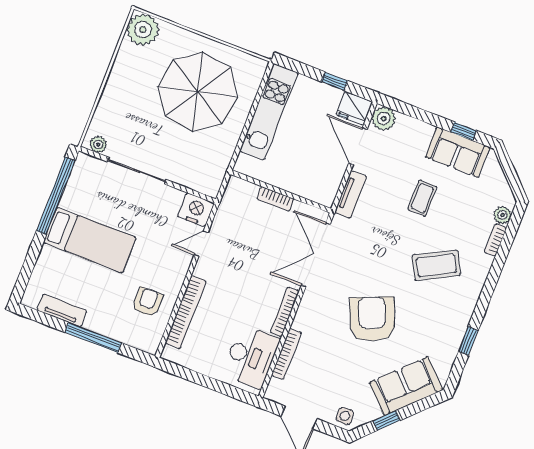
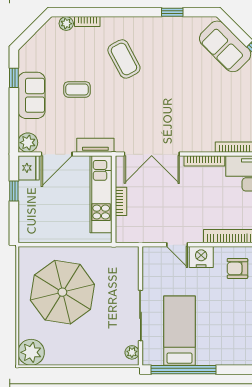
kitchen unit: (269, 112) -> (101, 194), moved, turned -90
sofa: (458, 152) -> (31, 95), moved
nightstand: (196, 210) -> (201, 257), moved, turned 90
bed: (90, 240) -> (179, 331), moved
armchair: (372, 319) -> (184, 92), removed

